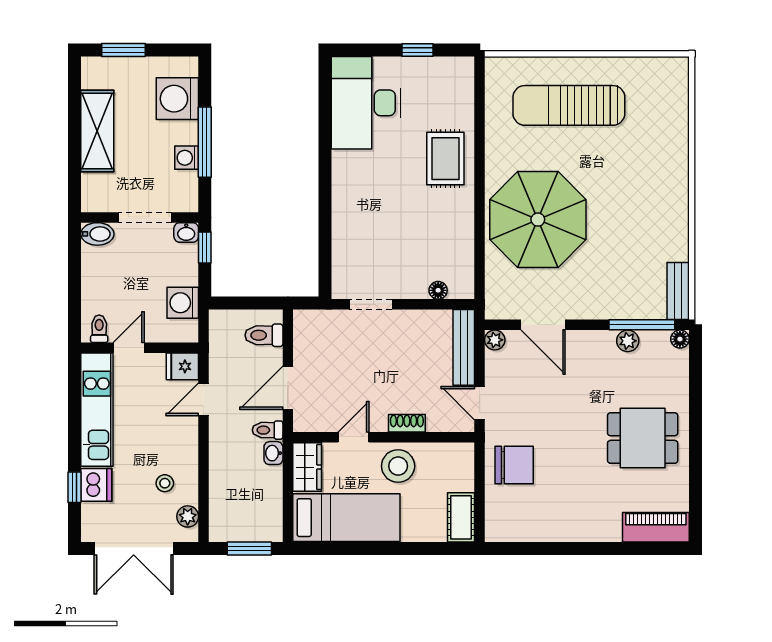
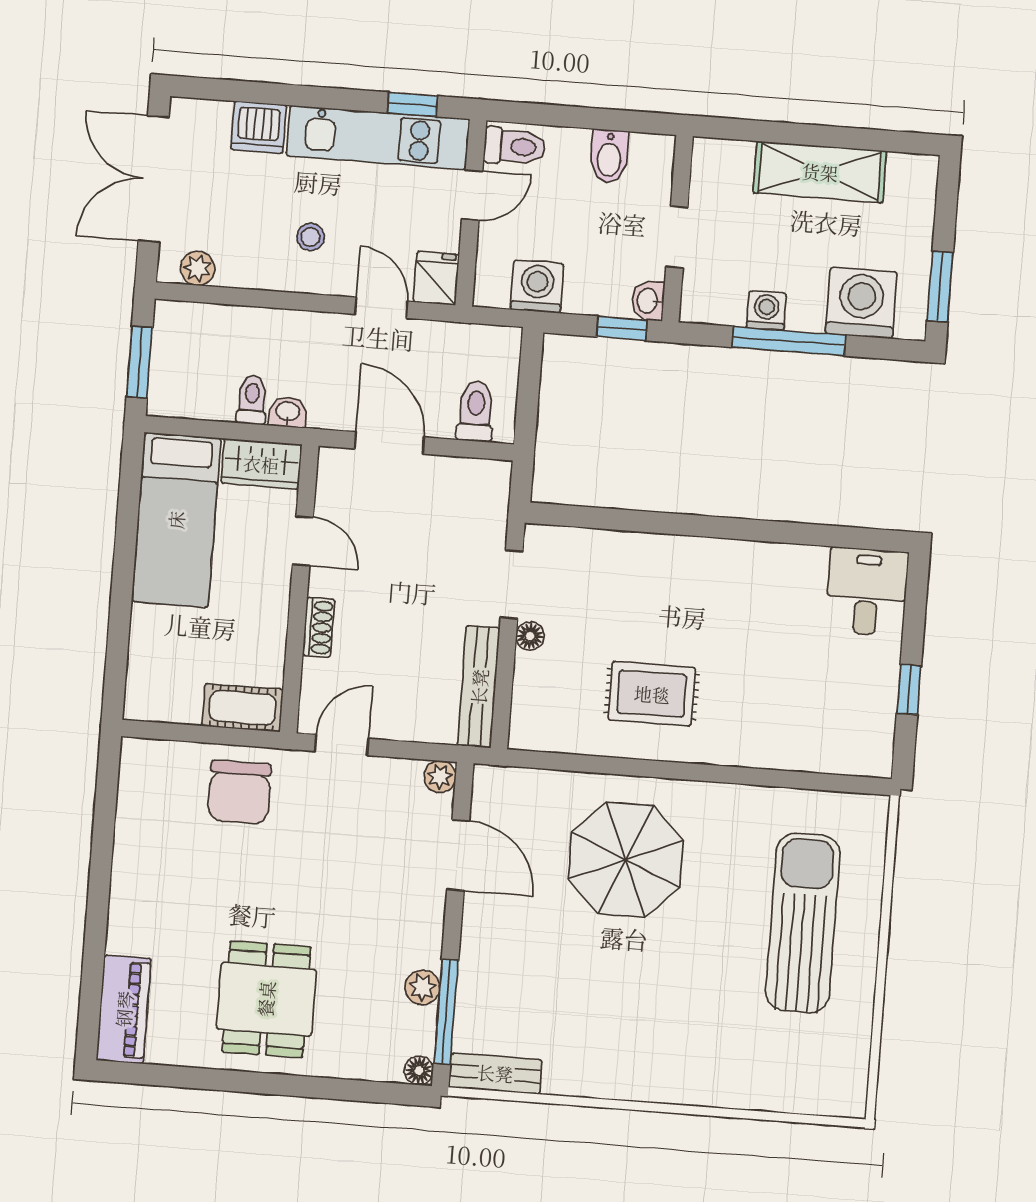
window: (123, 50) -> (940, 287), moved
desk: (366, 103) -> (867, 592), width x0.53, depth x0.77
rug: (445, 159) -> (652, 694), moved
doorway: (145, 217) -> (677, 237), width x0.73
parasol: (538, 220) -> (626, 860), width x0.73, depth x0.73
bidet: (97, 234) -> (609, 156), moved
floor lamp: (438, 290) -> (530, 636), moved
door: (543, 325) -> (458, 855), swing flipped
toilet: (99, 329) -> (515, 147), width x1.37, depth x1.39
bench: (464, 347) -> (479, 687), moved, turned 90
door: (129, 348) -> (472, 195), hinge flipped
toilet: (268, 430) -> (252, 400), moved
stool: (398, 466) -> (252, 608), removed
stool: (165, 483) -> (311, 237), moved
window: (74, 487) -> (412, 104), moved
cot: (461, 517) -> (243, 708), moved

